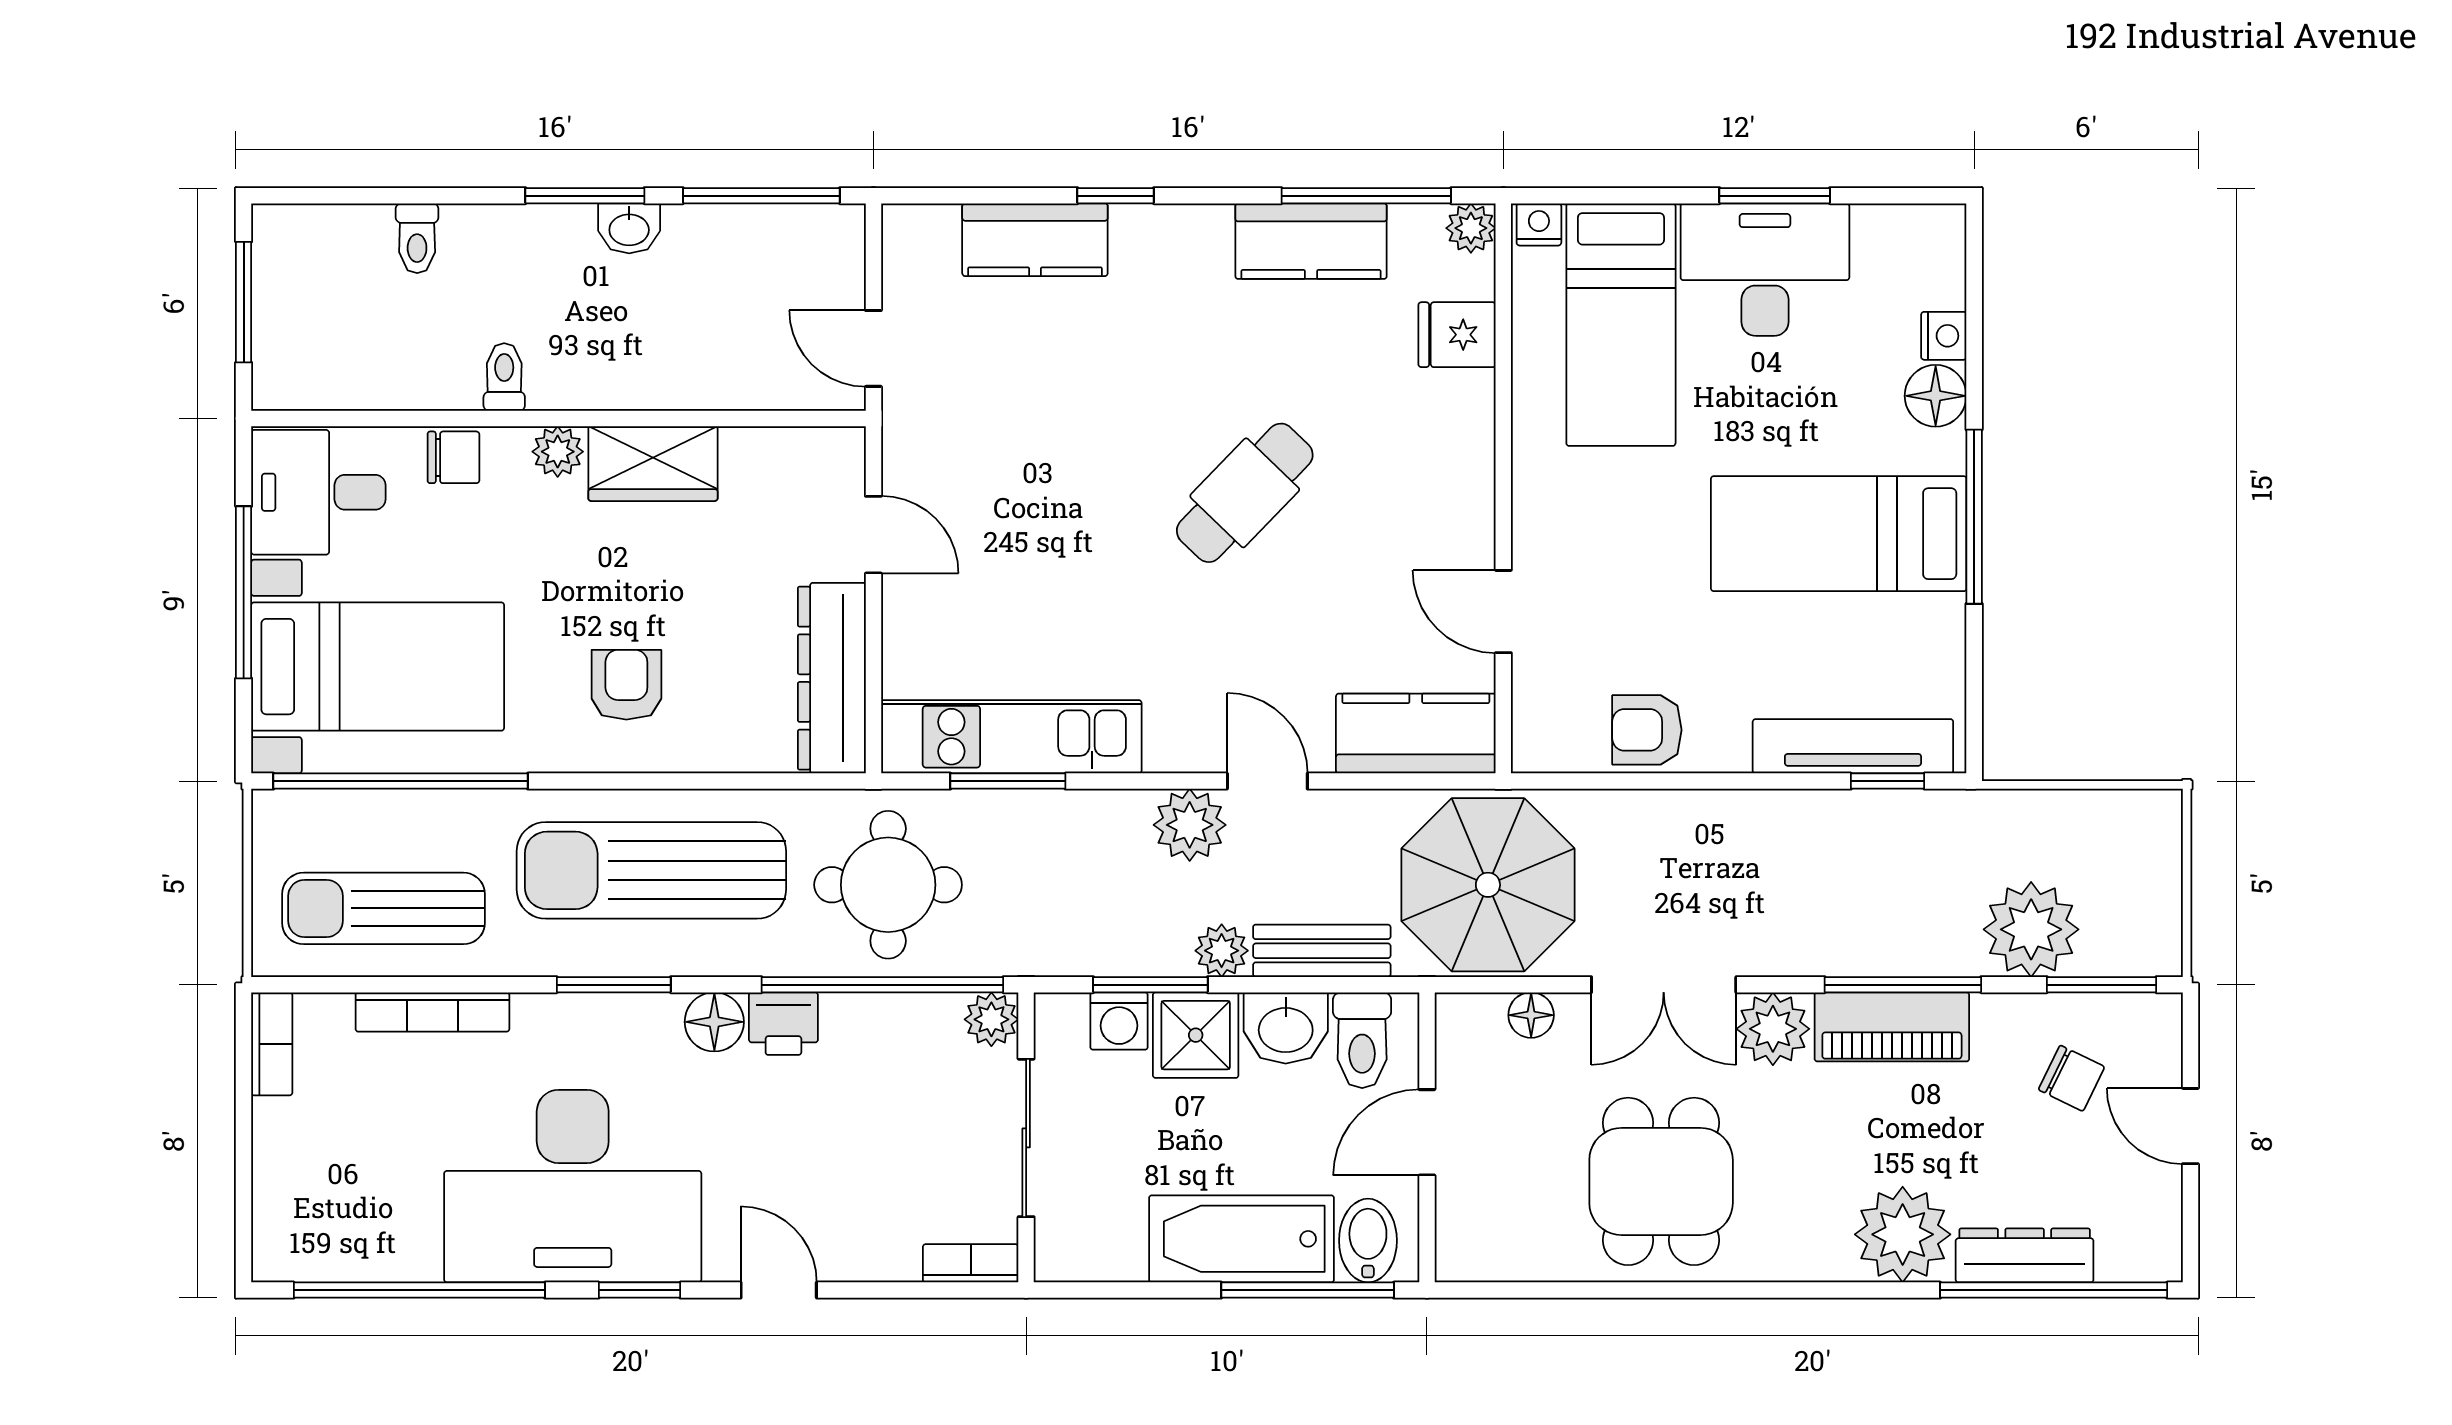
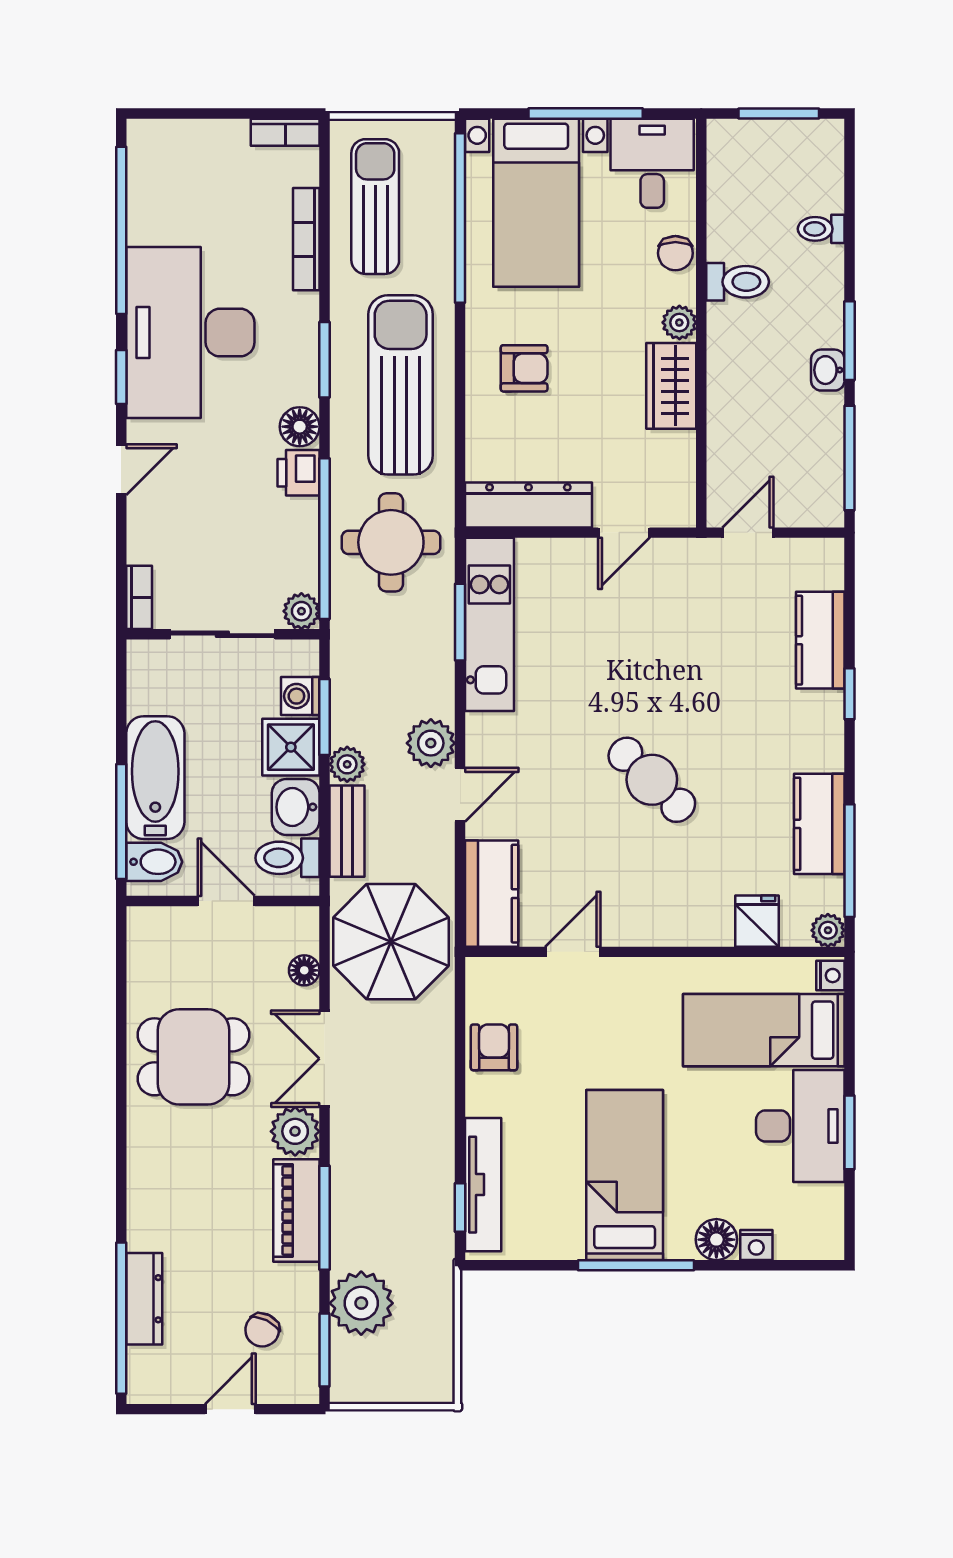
toilet: (504, 377) -> (738, 282), width x1.37, depth x1.39
plant: (1903, 1234) -> (158, 1218), removed

